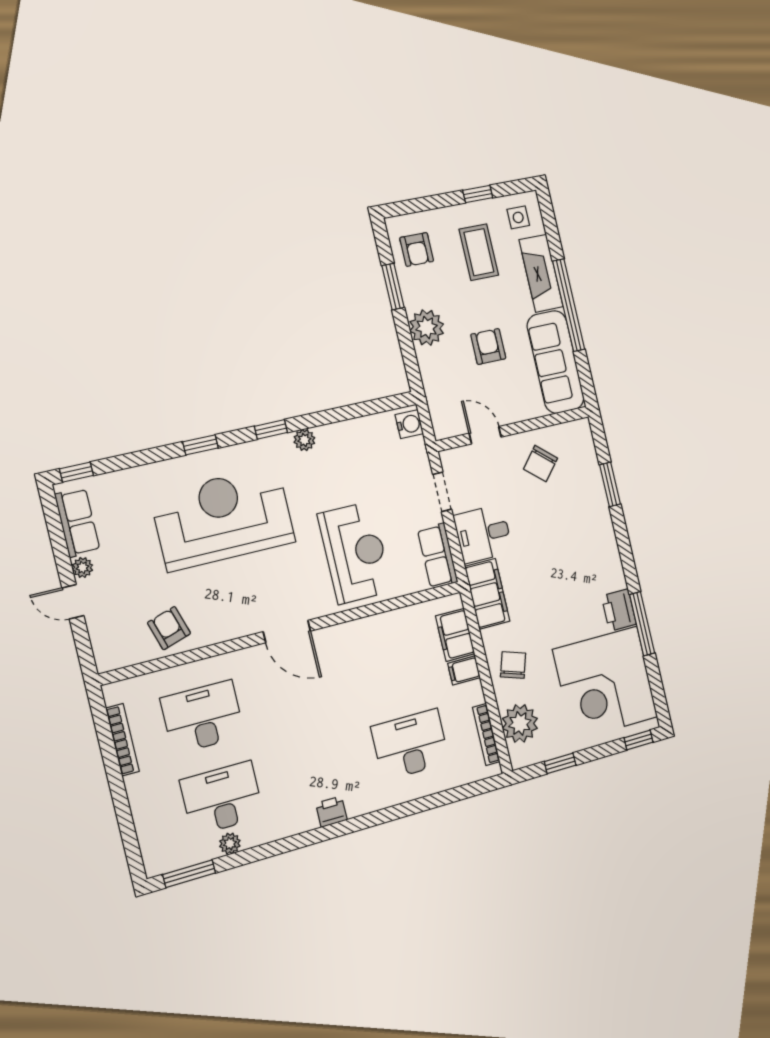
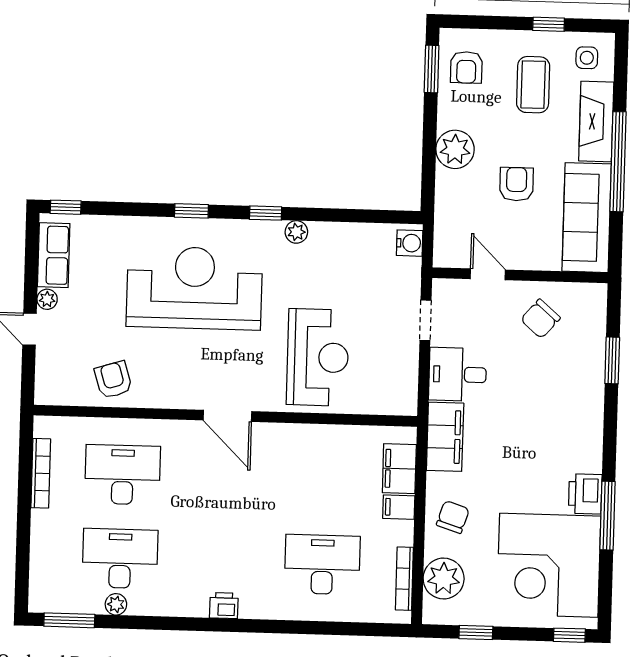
window: (393, 286) -> (432, 69), moved
row of seats: (438, 556) -> (403, 384), removed

